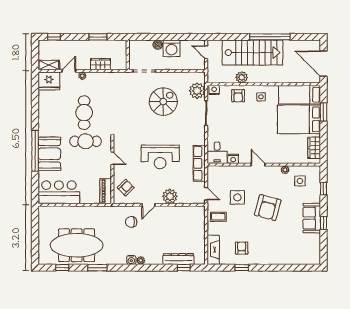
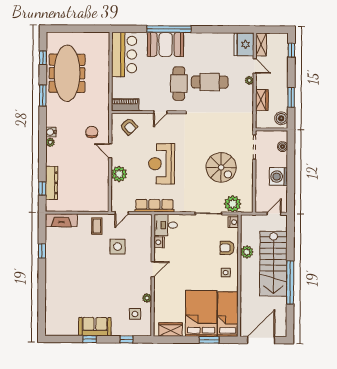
boiler: (158, 45) -> (283, 147), moved
boiler: (117, 46) -> (281, 118), added
armchair: (268, 208) -> (106, 279), removed
armchair: (242, 248) -> (63, 251), removed

